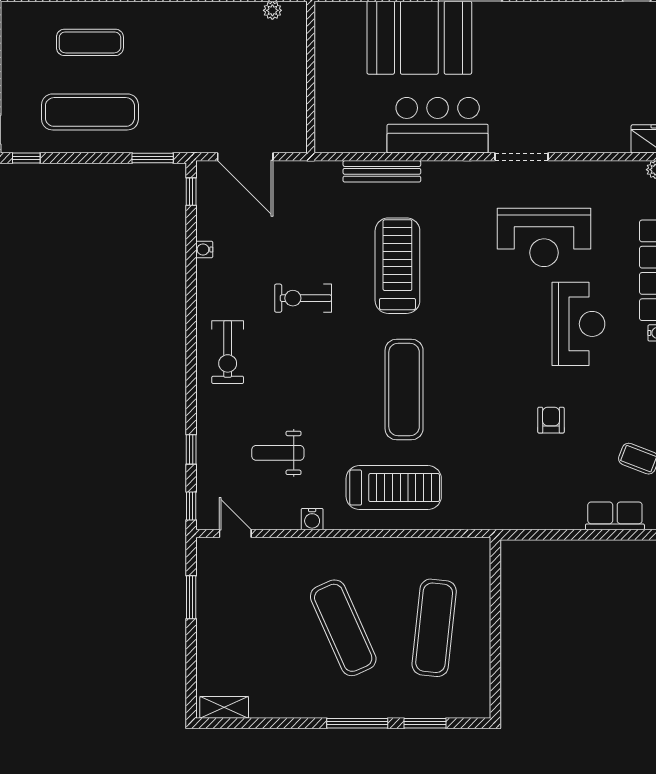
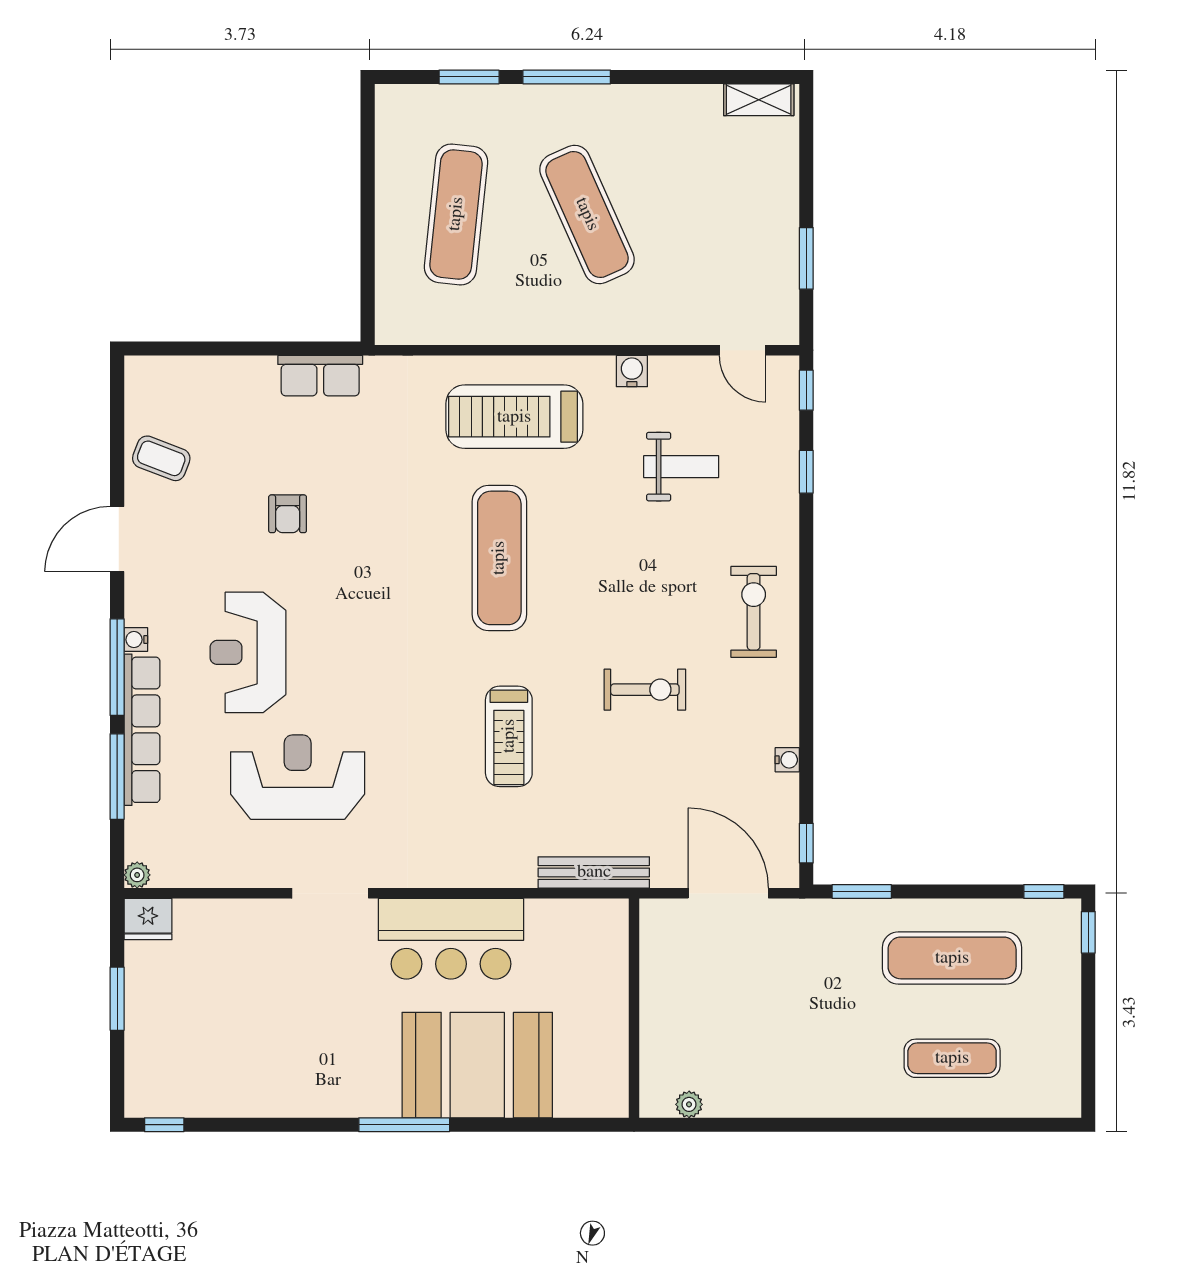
bench: (382, 171) -> (594, 872), moved
treadmill: (397, 266) -> (509, 736), width x0.73, depth x0.73
row of seats: (615, 516) -> (320, 376), moved

